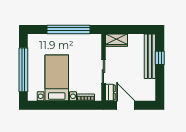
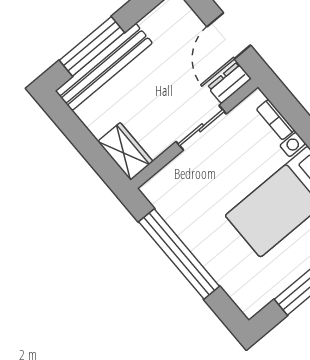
window: (160, 58) -> (92, 46), width x2.17

